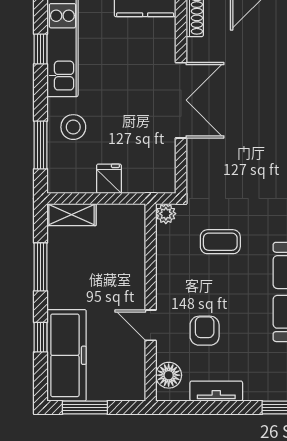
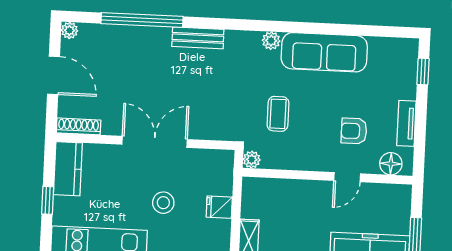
stool: (73, 127) -> (163, 203), moved

